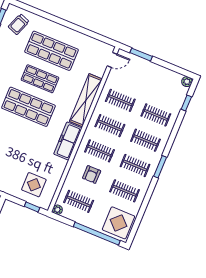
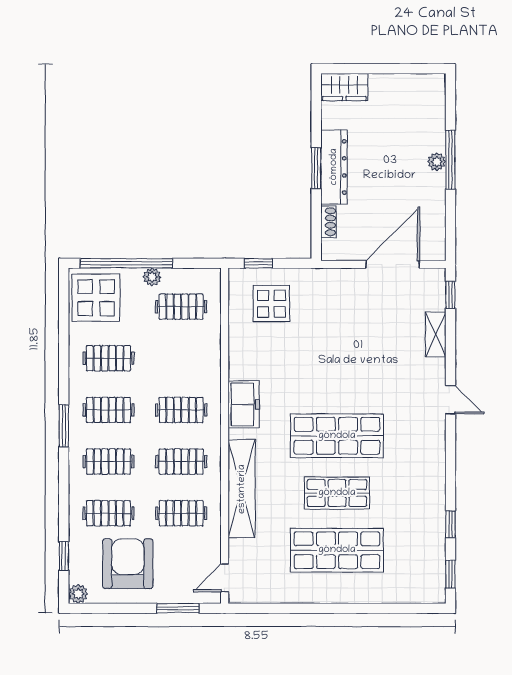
trolley: (19, 24) -> (413, 573), removed
freezer: (68, 141) -> (244, 404), width x0.71
armchair: (92, 174) -> (128, 564), moved, width x1.88, depth x1.88
plant: (57, 210) -> (152, 277), moved

